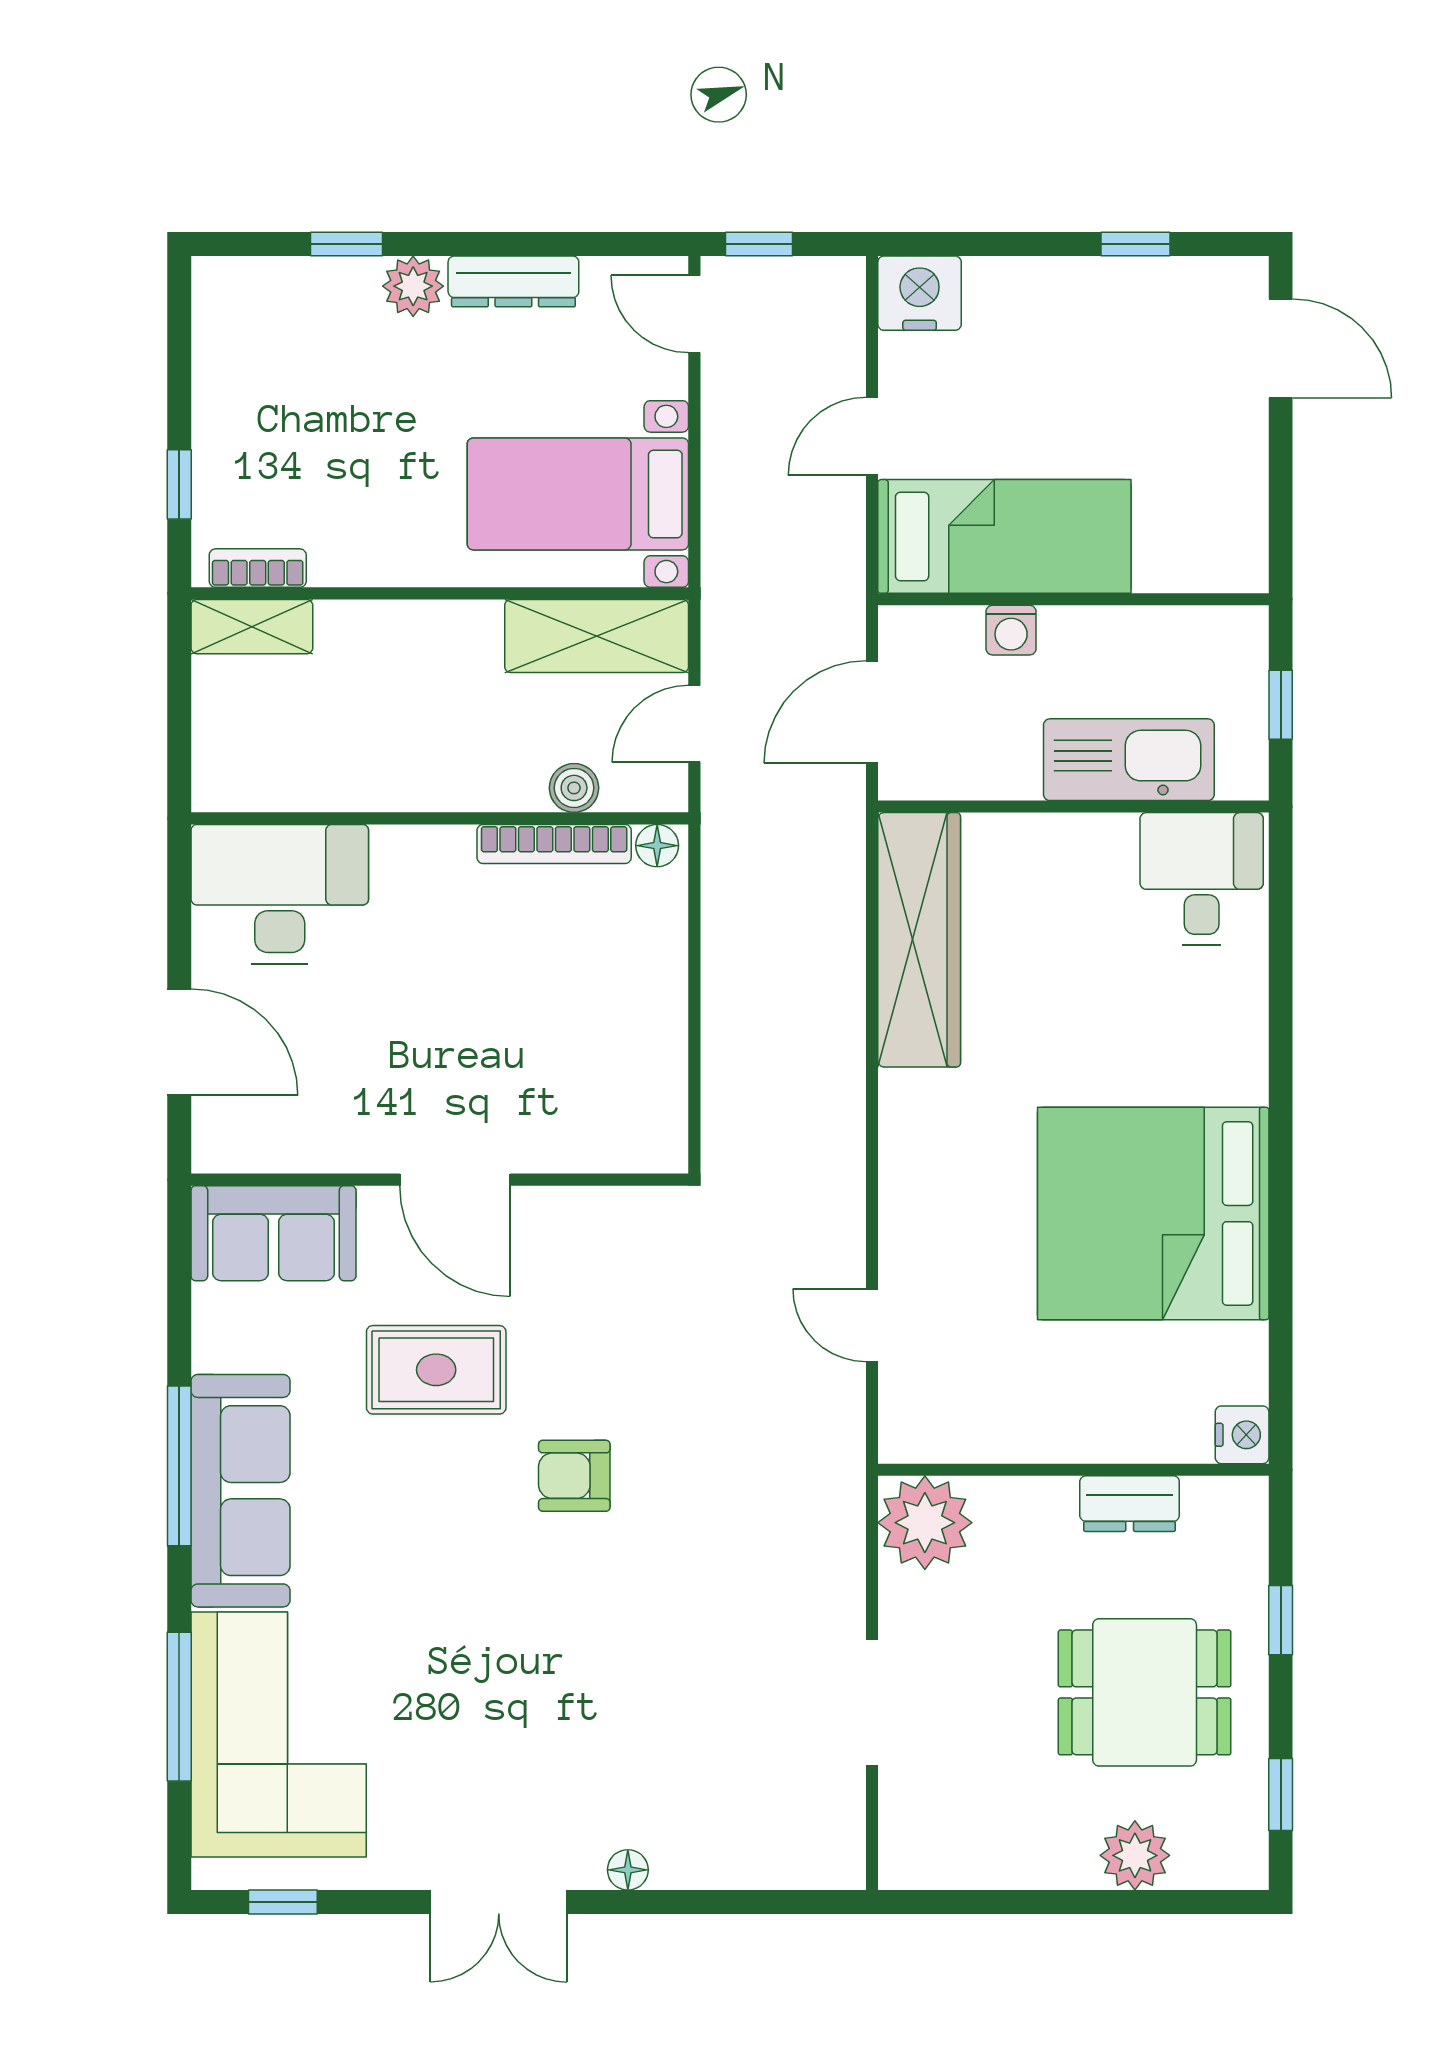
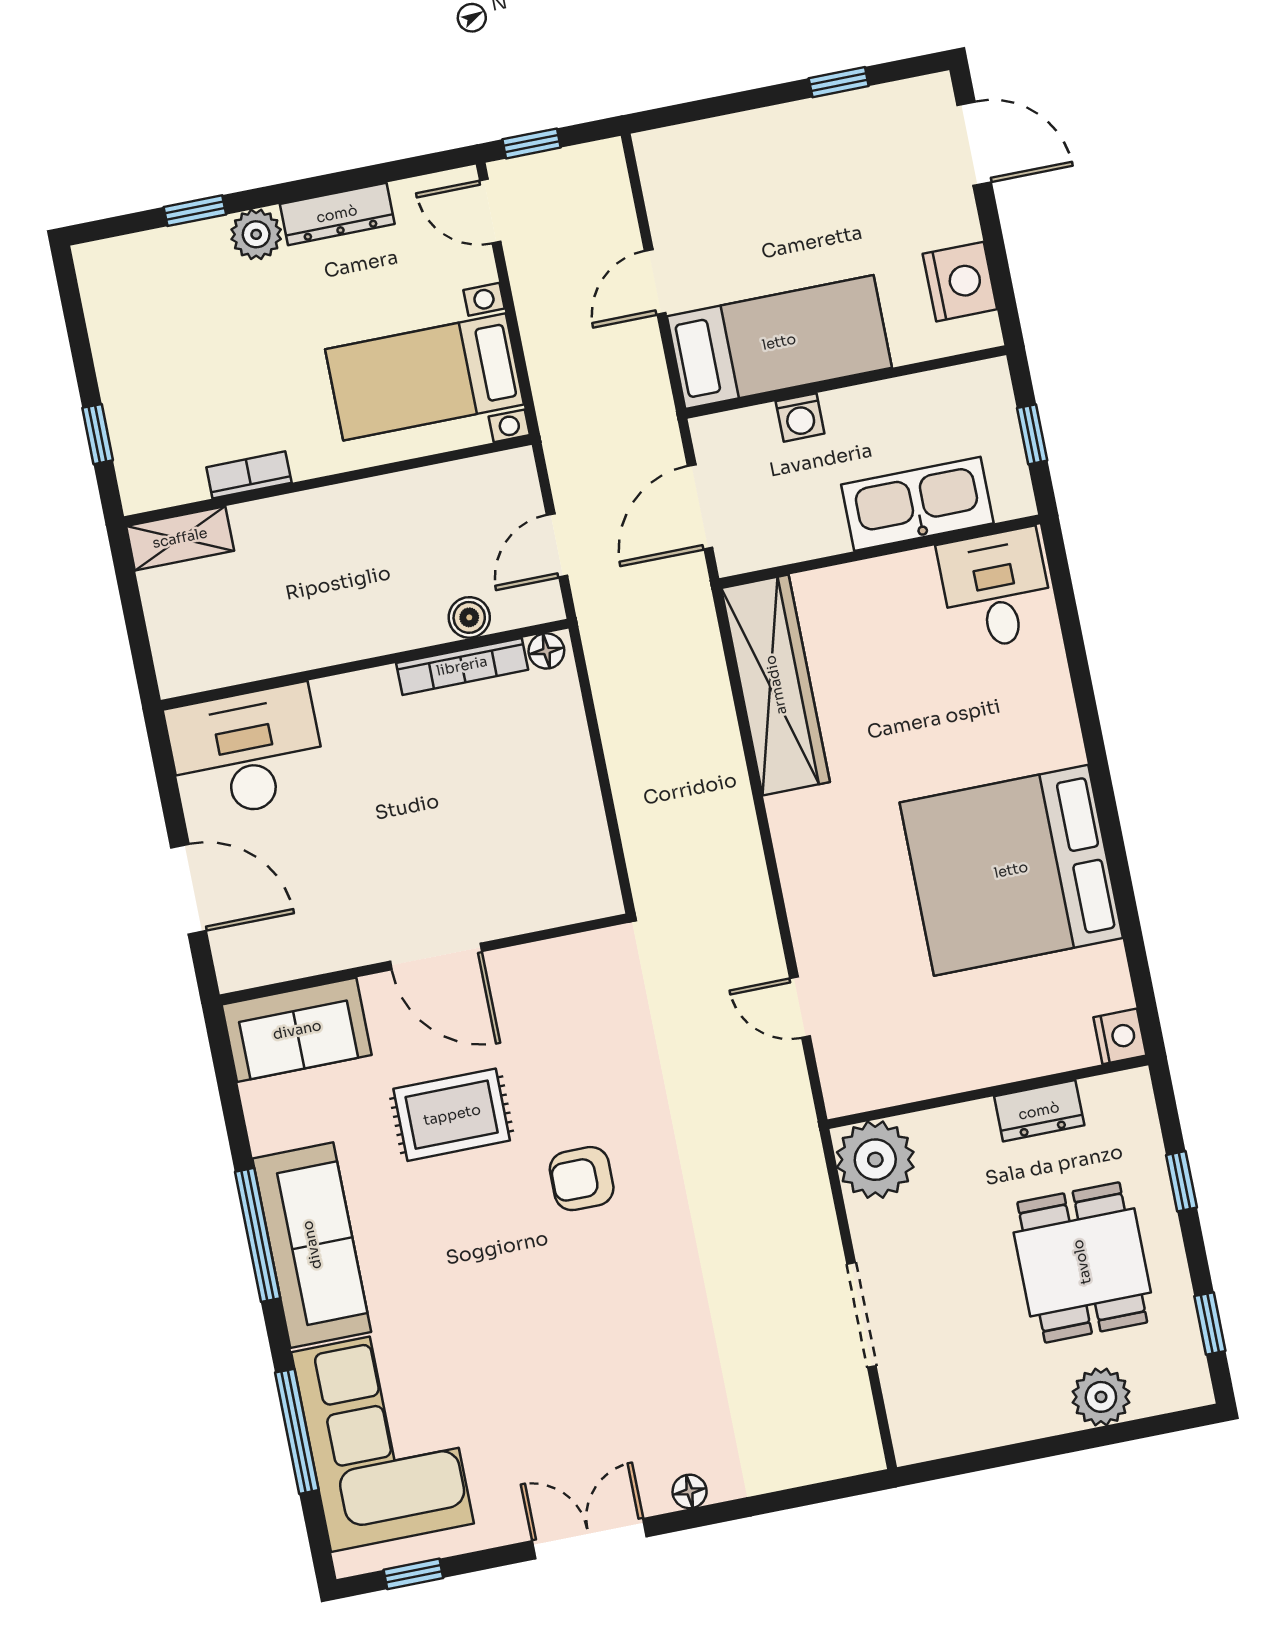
nightstand: (920, 293) -> (960, 282), moved, turned 90
bookcase: (258, 568) -> (249, 475), moved
shelving: (597, 636) -> (463, 490), removed
dining table: (1145, 1692) -> (1082, 1262), turned 90
double door: (499, 1902) -> (589, 1539), swing flipped

